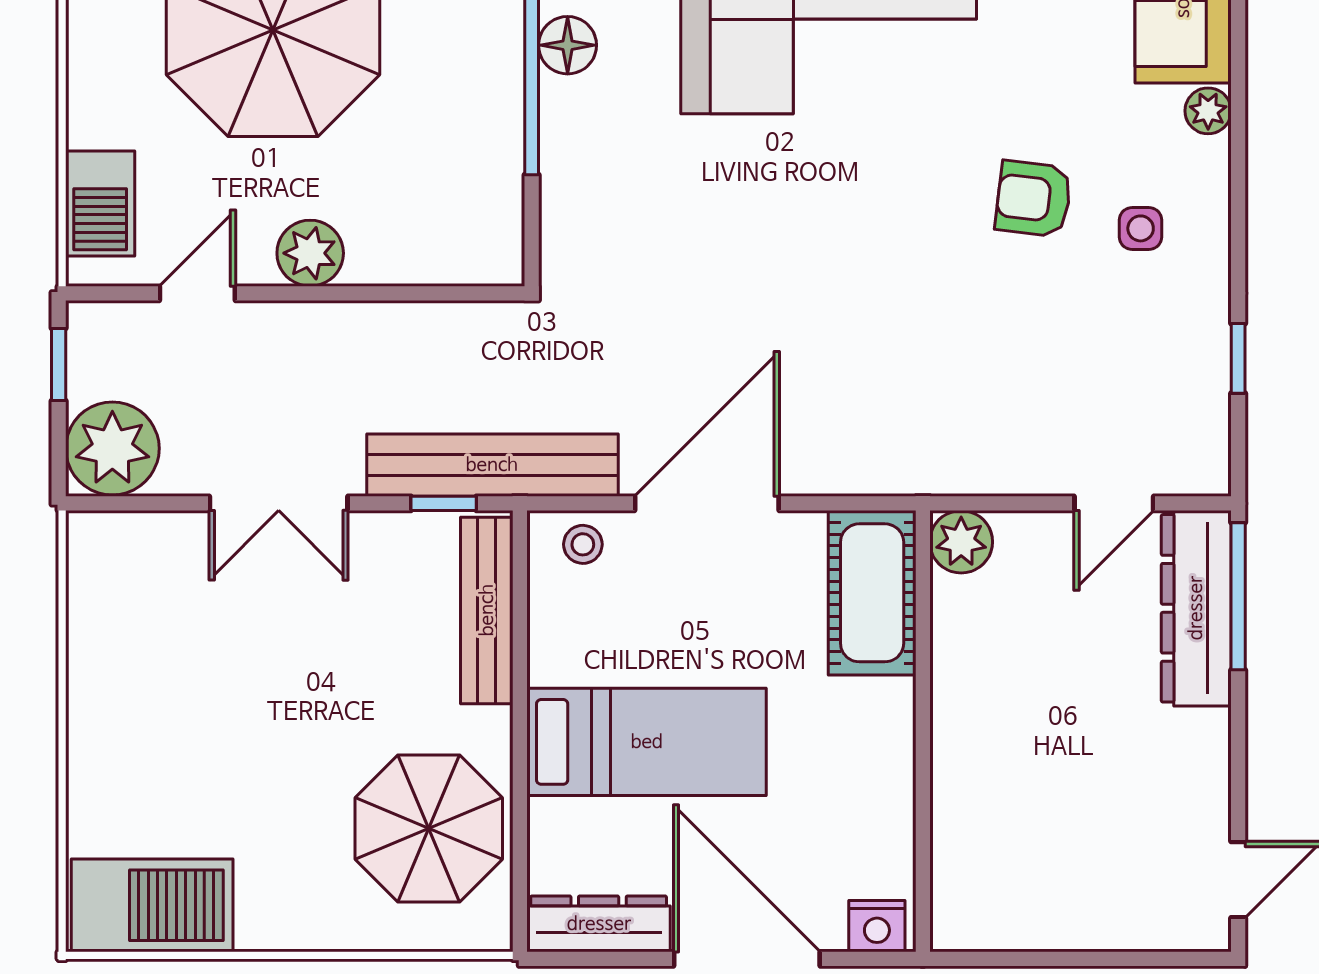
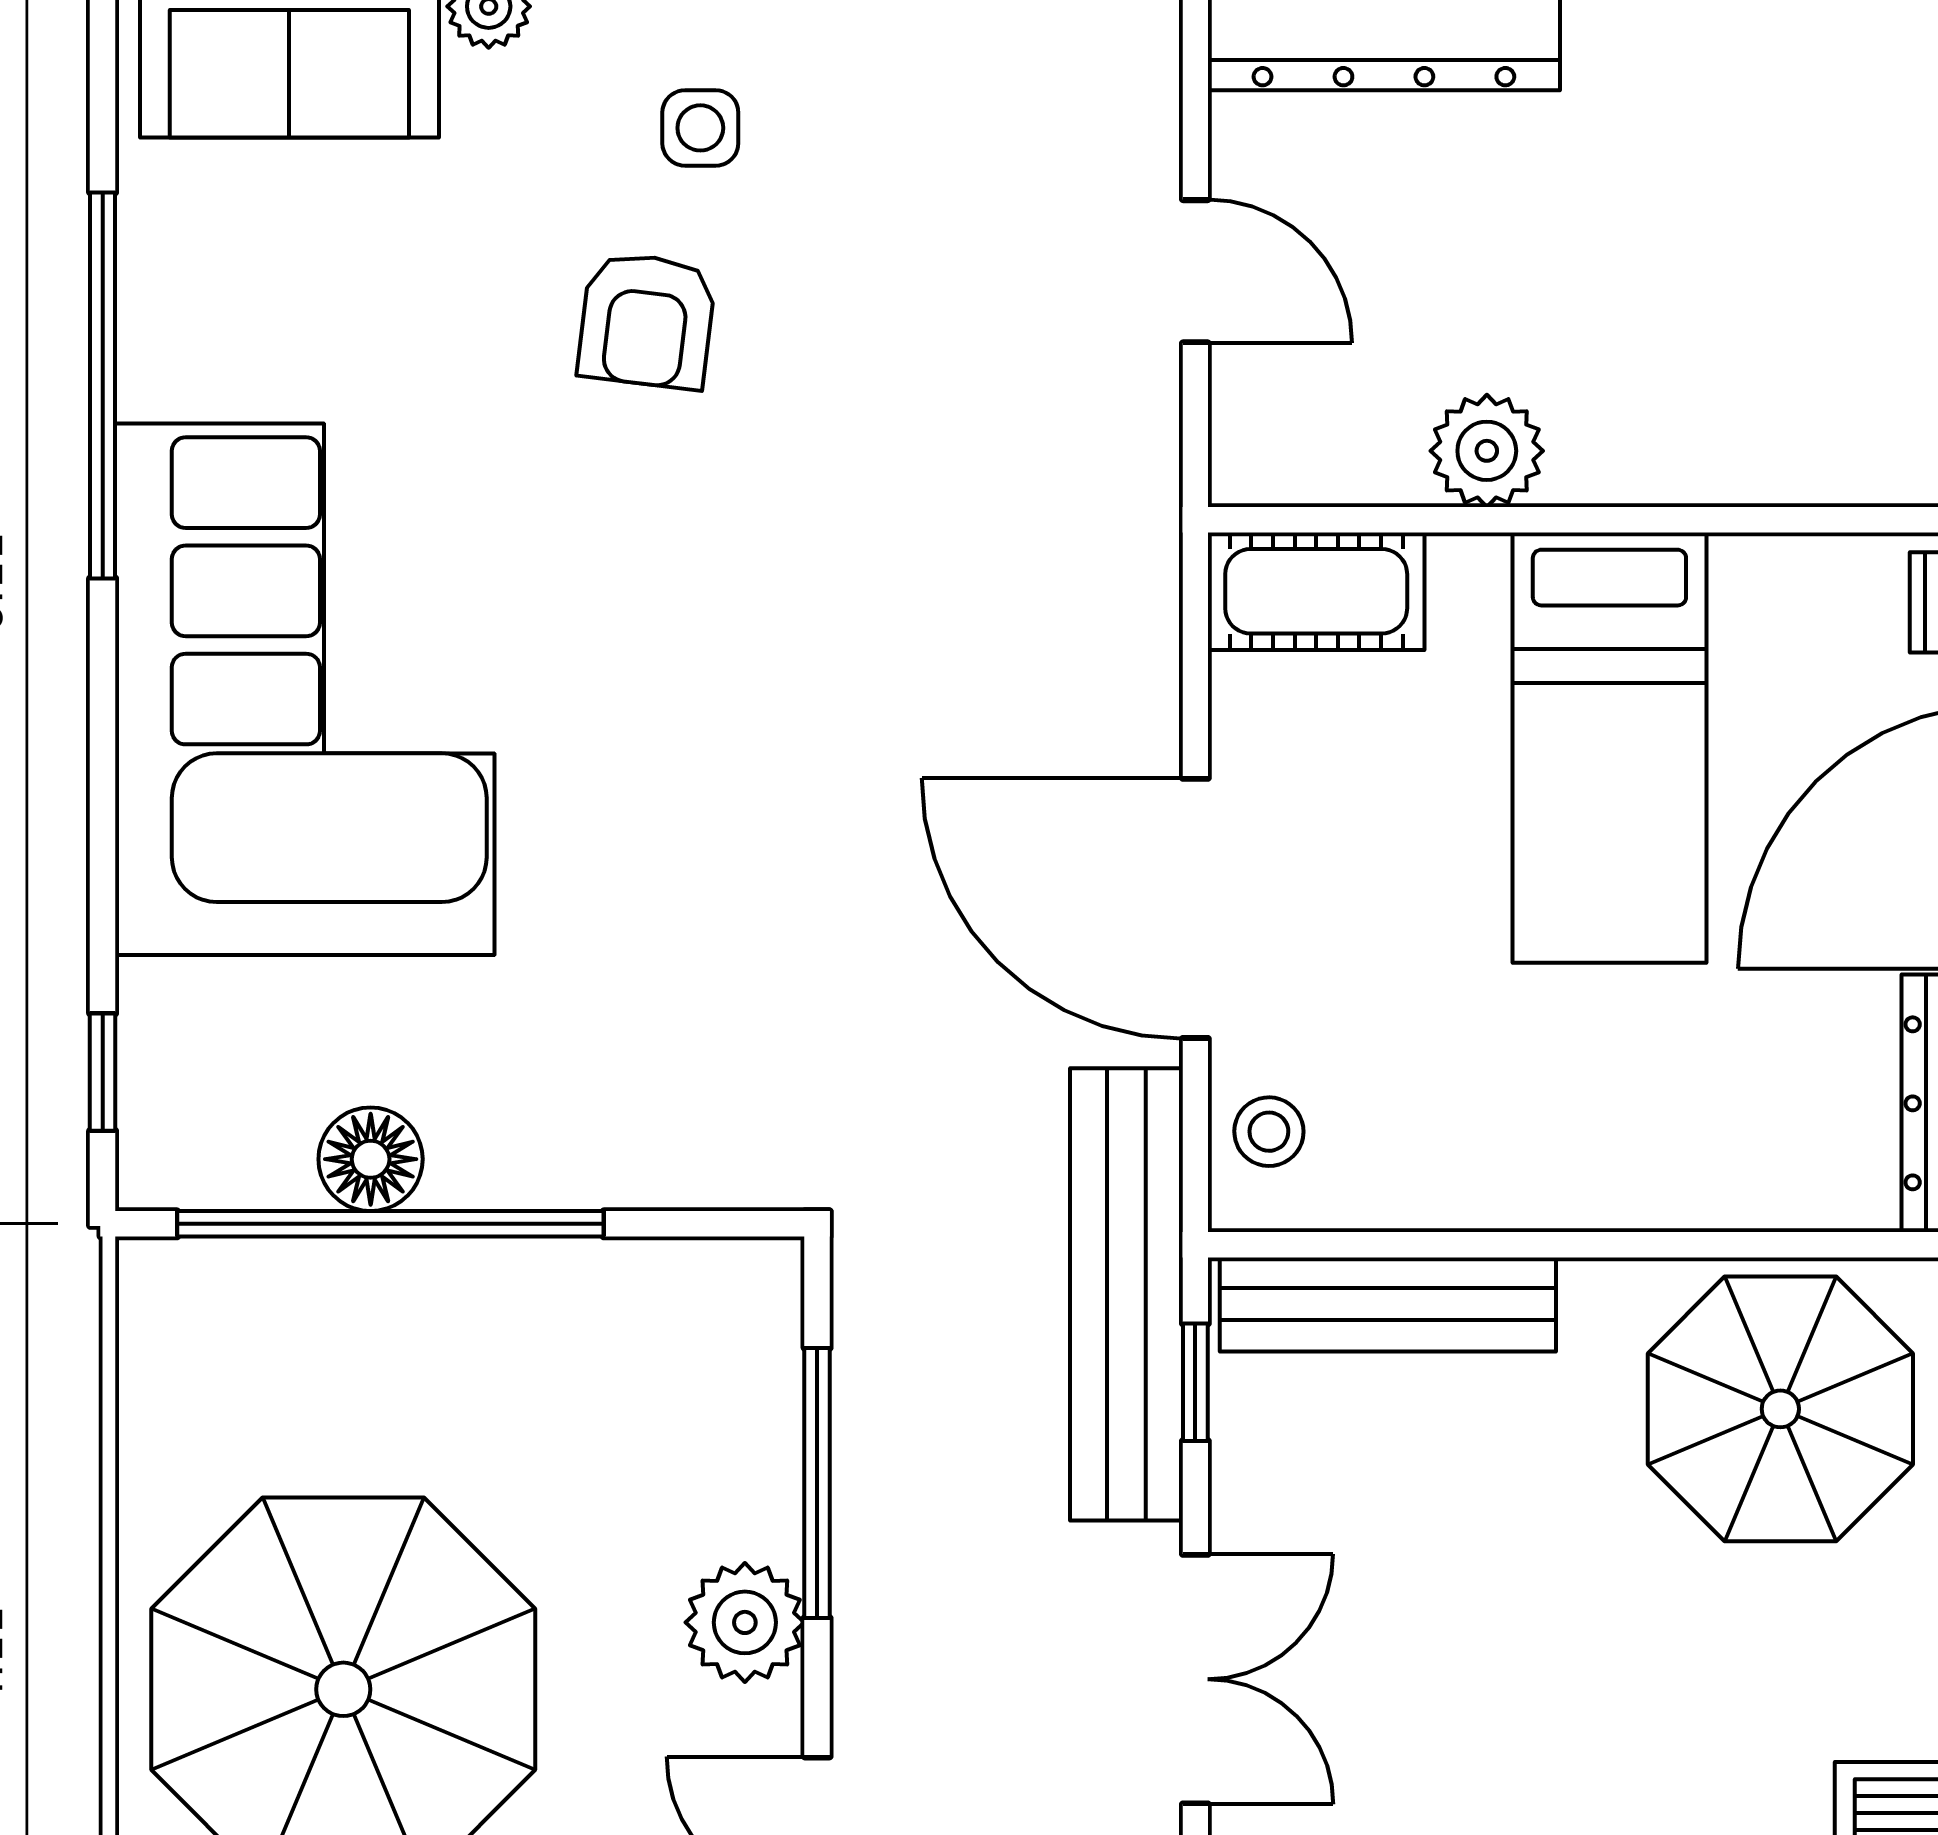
window: (388, 293) -> (817, 1483), added
door: (1114, 503) -> (1195, 271), moved
plant: (961, 542) -> (1487, 451), moved
cot: (872, 593) -> (1316, 591), width x0.73, depth x0.75
bed: (647, 742) -> (1609, 748), moved, turned 180

